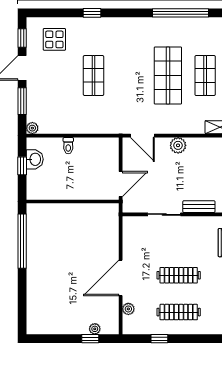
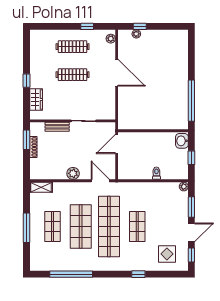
shop shelf: (131, 76) -> (109, 226), added
washbasin: (35, 159) -> (182, 141), moved
door: (121, 278) -> (117, 73), hinge flipped
plant: (128, 309) -> (111, 39), moved

